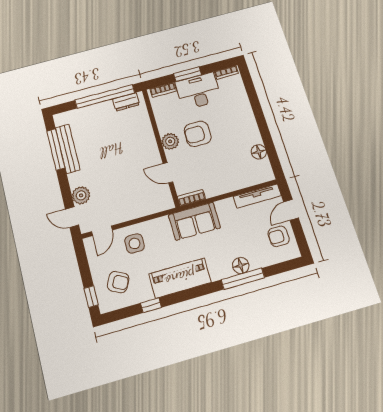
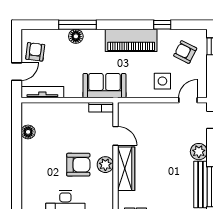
wardrobe: (148, 143) -> (126, 169), added
plant: (81, 195) -> (199, 152), moved
armchair: (279, 236) -> (35, 52), turned -83

